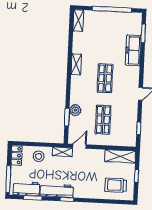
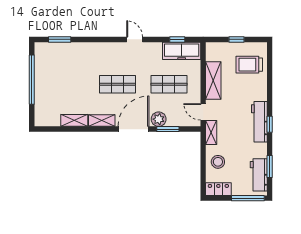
shelving: (78, 21) -> (74, 120), moved
freezer: (133, 50) -> (182, 51), moved
door: (68, 89) -> (133, 129), added
shelving: (120, 156) -> (213, 80), moved
trolley: (116, 185) -> (249, 65), turned 90
workbench: (57, 191) -> (259, 122), moved

